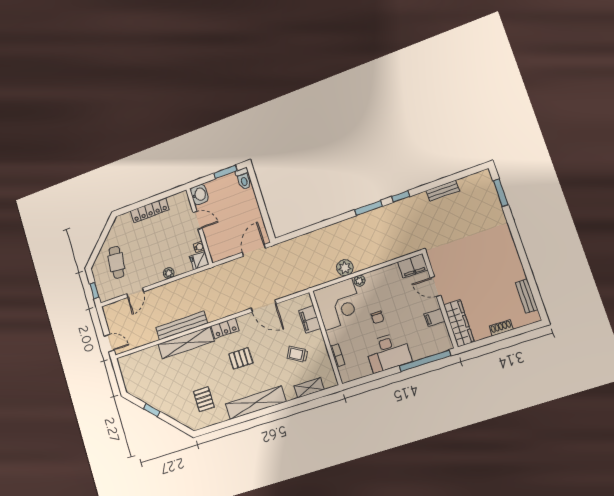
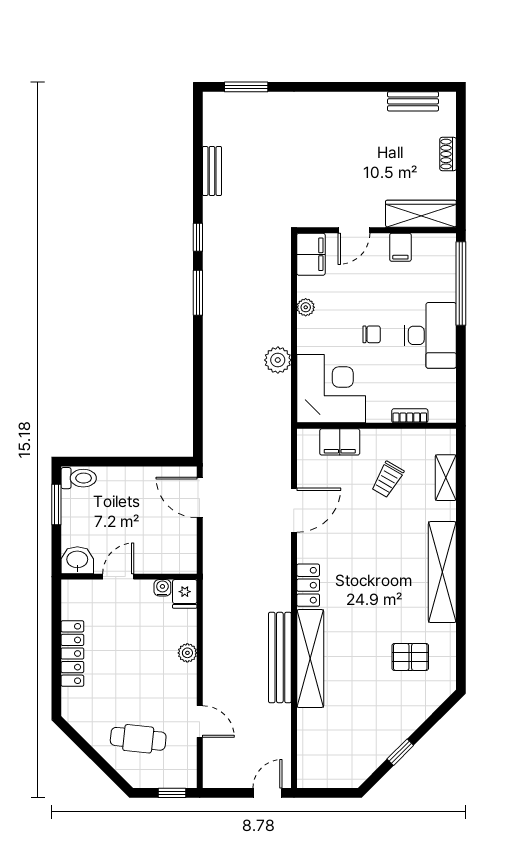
plant: (359, 281) -> (306, 307), moved
pallet: (241, 358) -> (365, 574), removed

